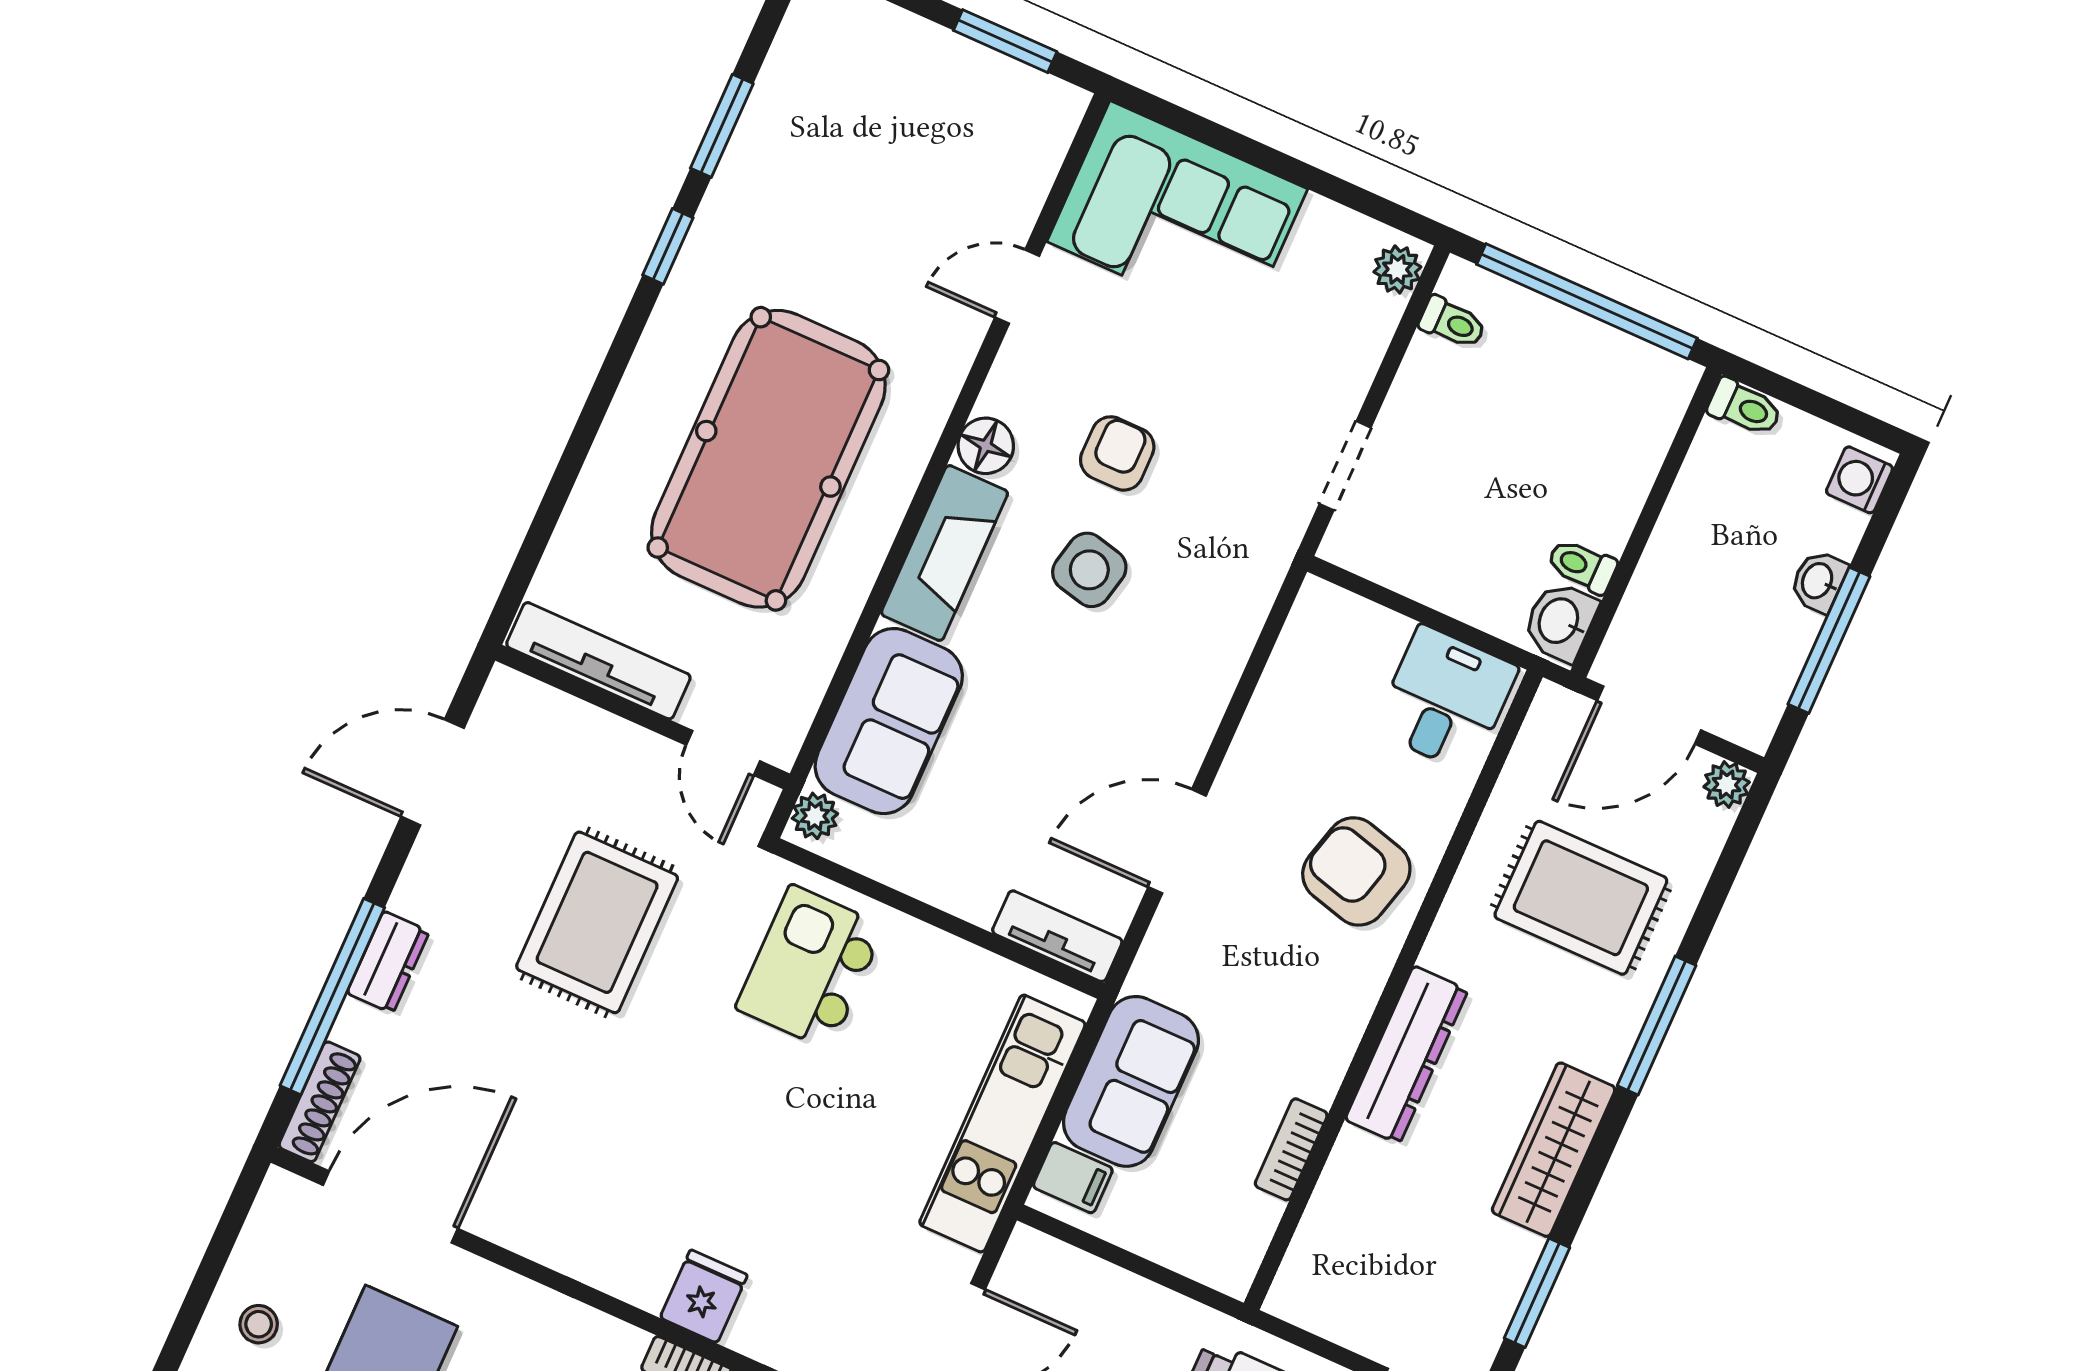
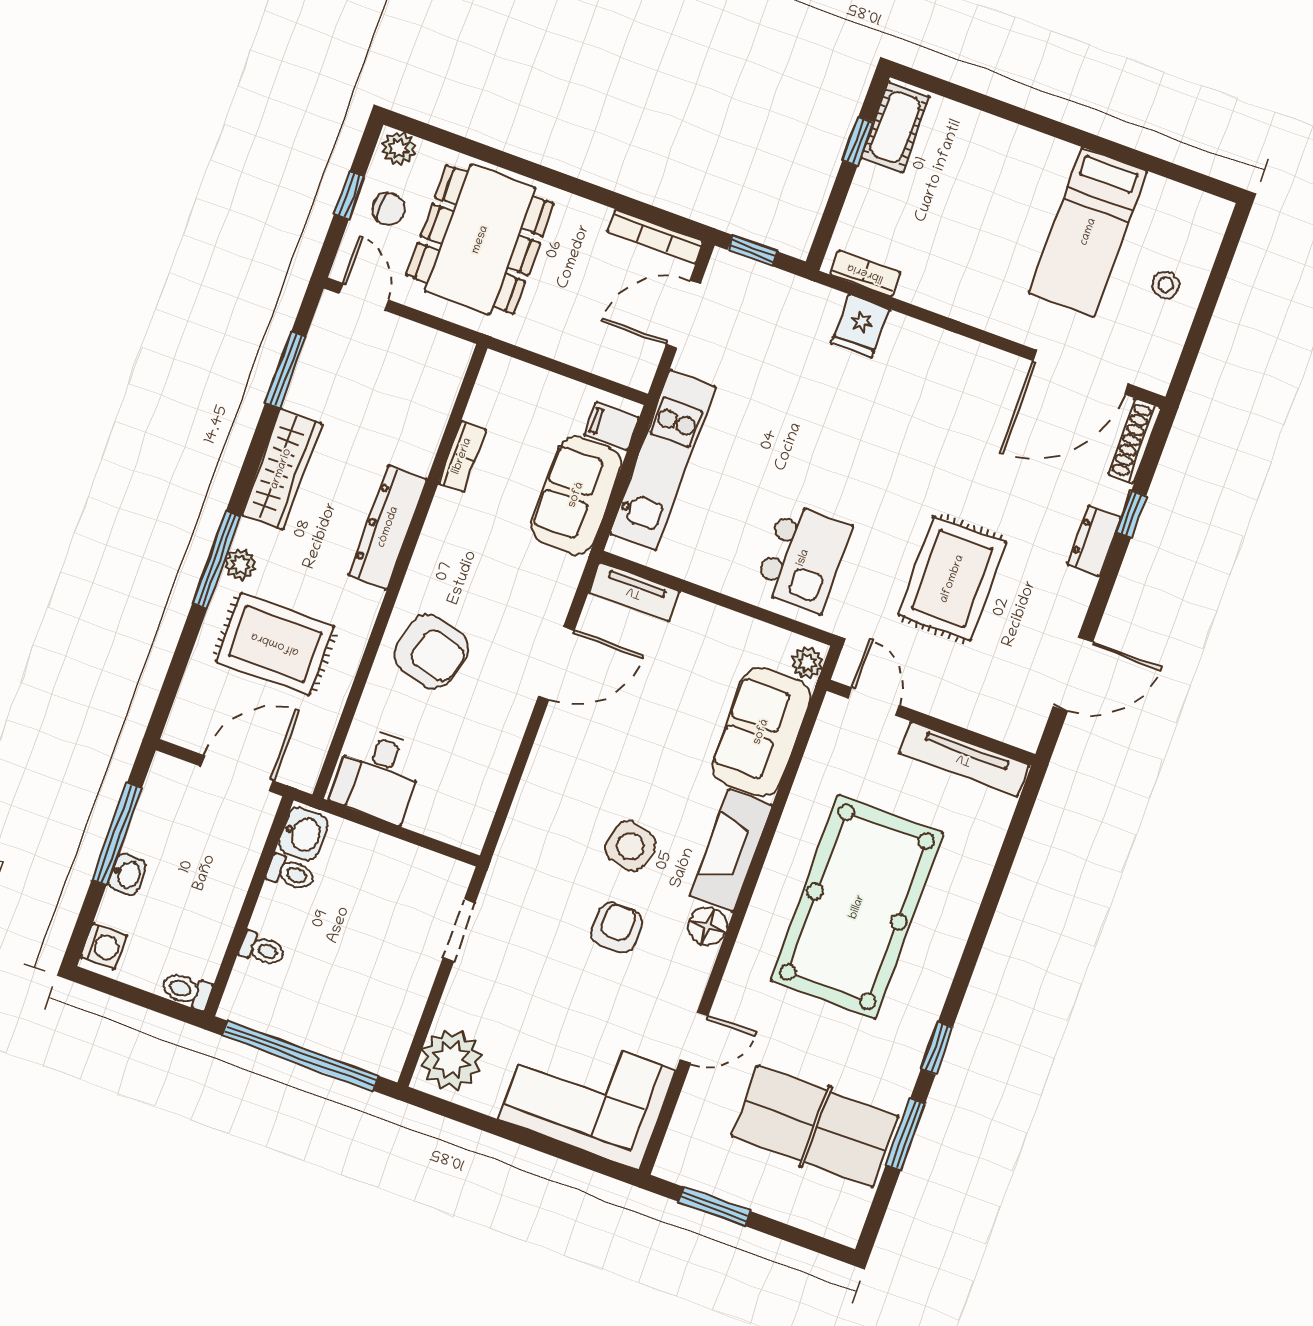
table tennis table: (851, 146) -> (815, 1126), added
plant: (1397, 269) -> (451, 1060), width x1.87, depth x1.87
toilet: (1452, 323) -> (262, 949), moved, turned 180
armchair: (1117, 453) -> (617, 928), turned 180
plant: (1727, 785) -> (240, 565), moved
window: (332, 997) -> (1131, 514), width x0.32

